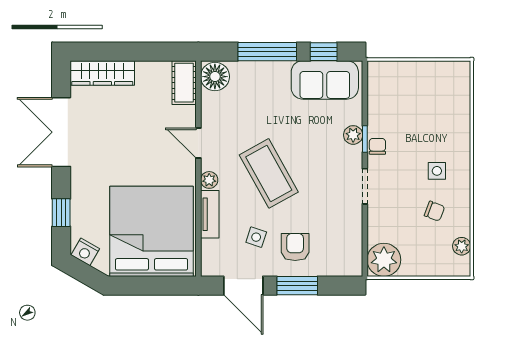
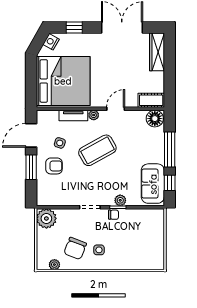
chair: (434, 211) -> (75, 248), width x1.87, depth x1.87

